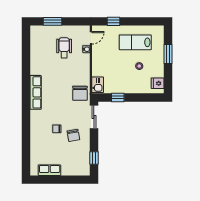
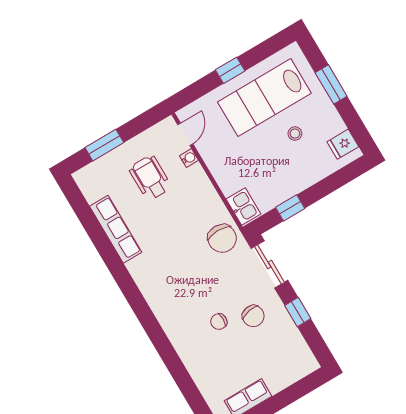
window: (113, 21) -> (230, 70), moved
lab bench: (135, 42) -> (264, 98), width x1.36, depth x1.39
row of seats: (36, 92) -> (116, 229), moved
window: (94, 158) -> (298, 312), moved

